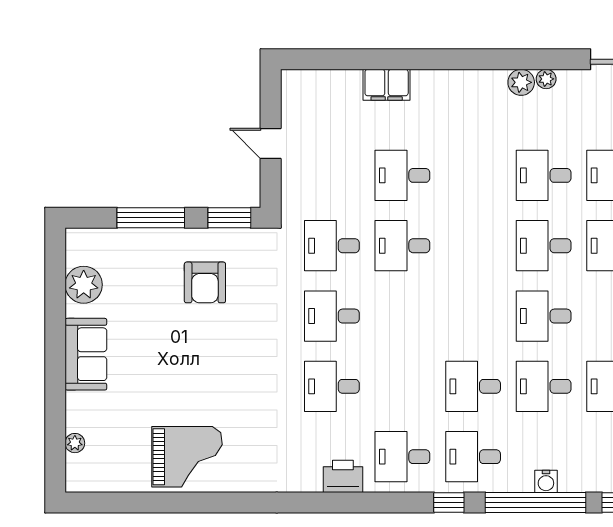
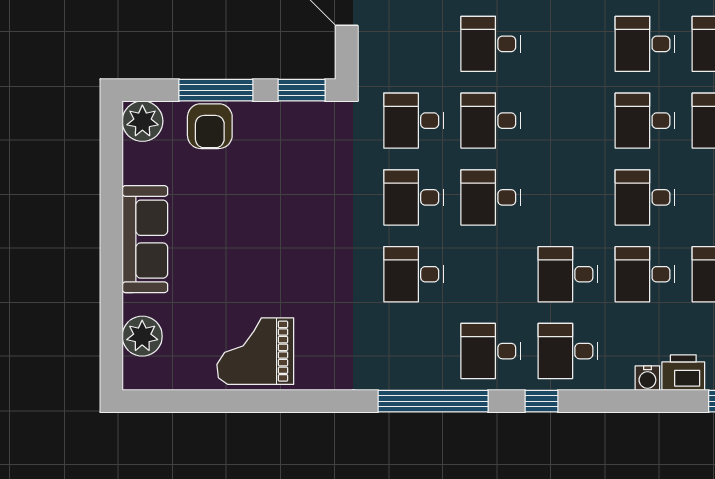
armchair: (205, 282) -> (210, 126), moved
plant: (84, 285) -> (142, 121), moved
desk: (402, 316) -> (491, 197), added
sofa: (86, 354) -> (145, 239), width x1.36
plant: (75, 443) -> (142, 336), width x1.87, depth x1.87
grand piano: (187, 457) -> (255, 351), turned 180
printer: (343, 476) -> (683, 373), moved
window: (535, 503) -> (433, 401), moved

